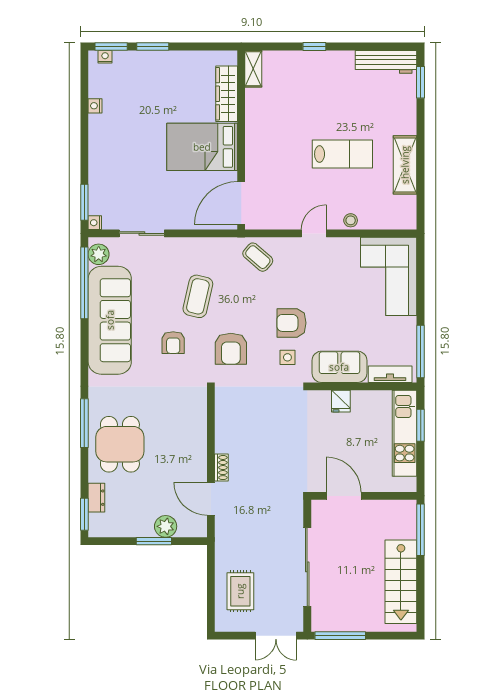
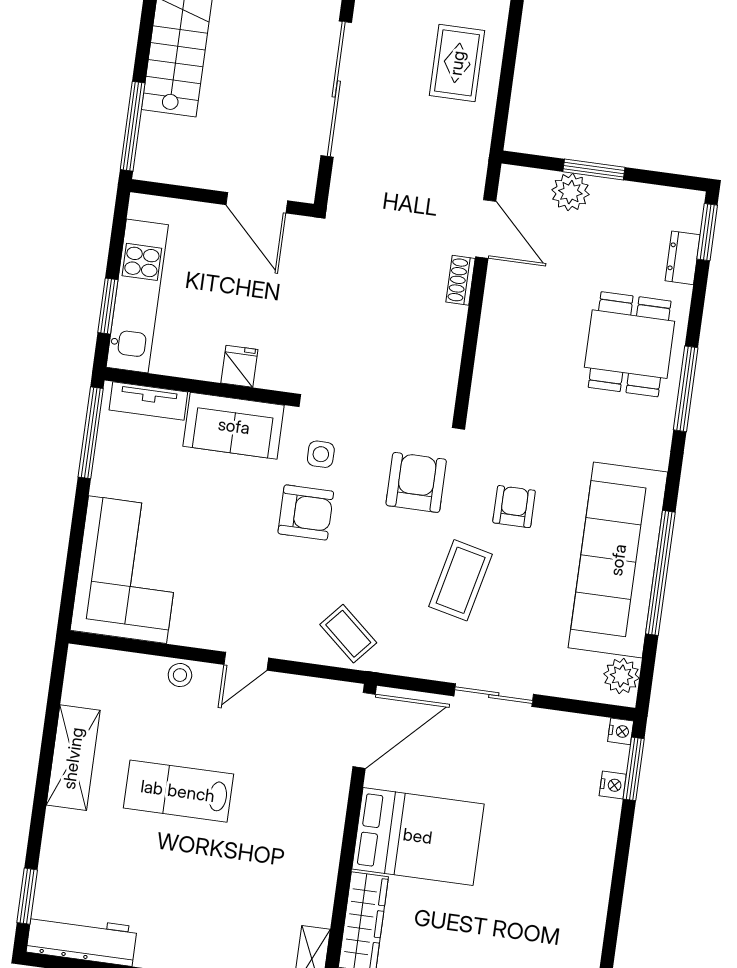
nightstand: (95, 106) -> (613, 785), moved
sliding door: (142, 233) -> (494, 695), moved
window: (84, 283) -> (660, 573), moved

